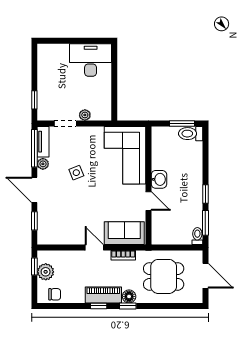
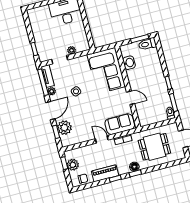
washbasin: (159, 179) -> (129, 63), moved
door: (34, 190) -> (50, 111), swing flipped
plant: (47, 218) -> (64, 128), added
piano: (103, 295) -> (105, 173), moved

